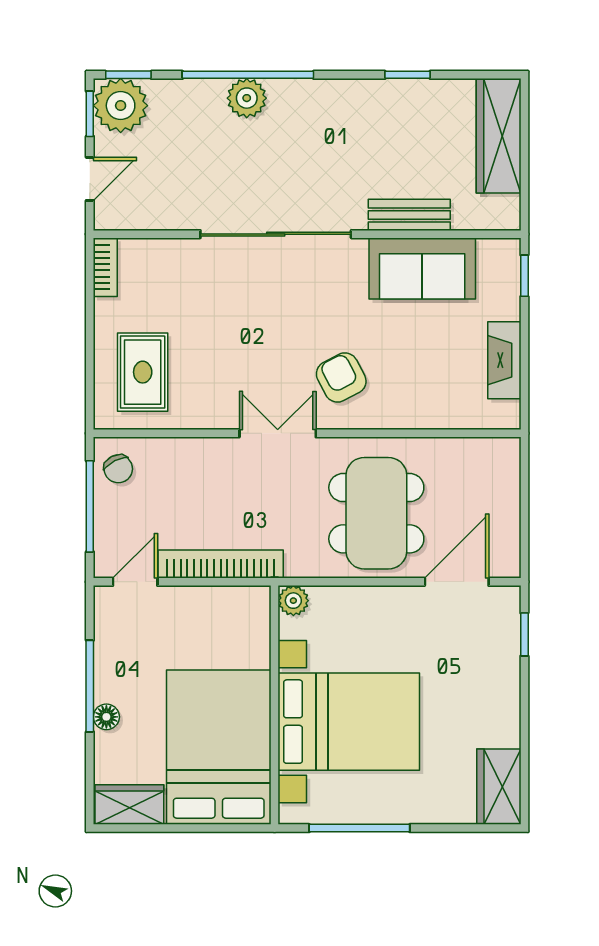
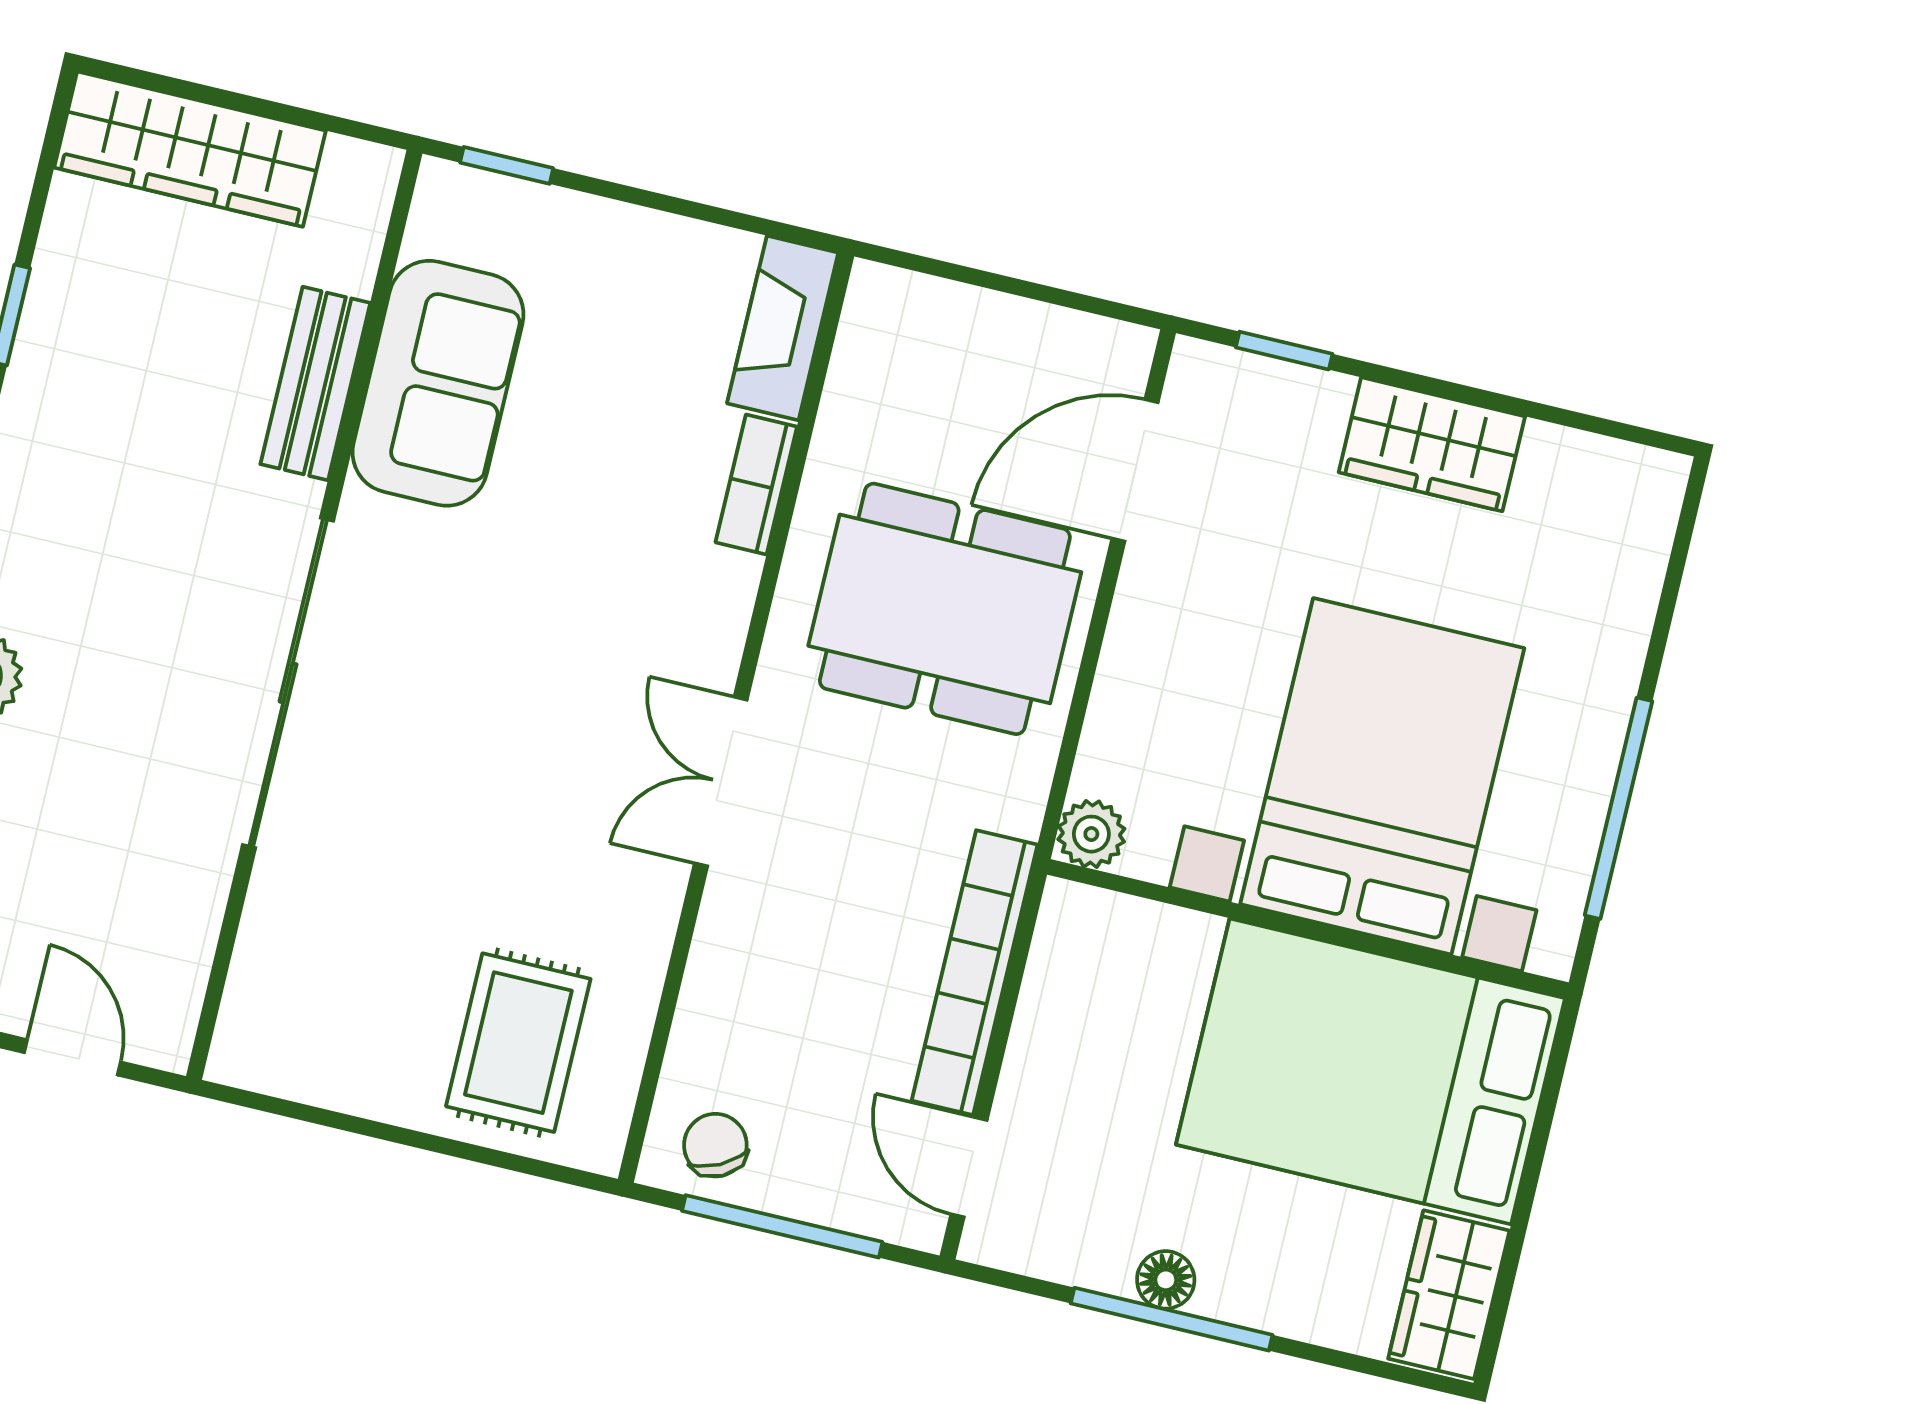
bookcase: (105, 267) -> (756, 484), moved, turned -90
fireplace: (504, 360) -> (783, 328), moved, turned 90
rug: (143, 372) -> (518, 1043), turned 90
armchair: (341, 377) -> (633, 615), removed
chair: (118, 469) -> (715, 1145), turned -90
door: (457, 582) -> (1135, 470), hinge flipped
floor lamp: (106, 717) -> (1166, 1280), moved
wardrobe: (499, 787) -> (1432, 444), moved

